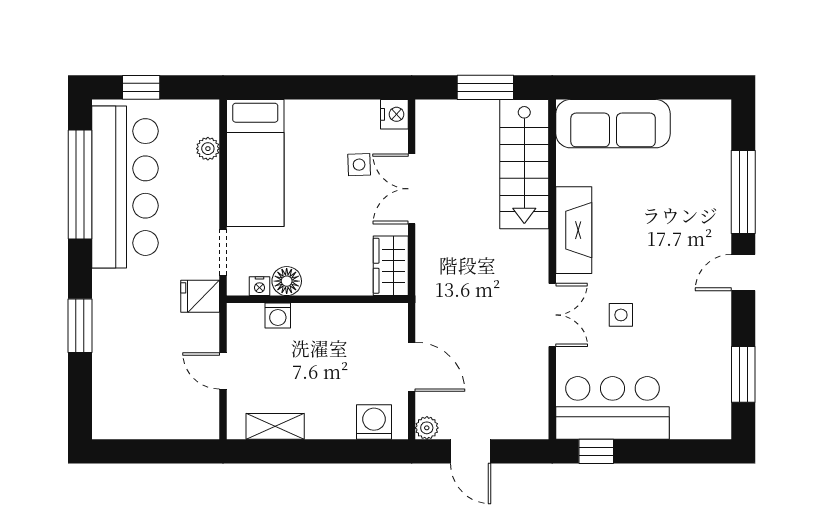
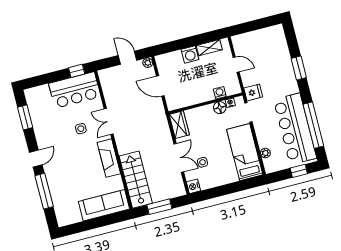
washing machine: (374, 422) -> (190, 54), moved

